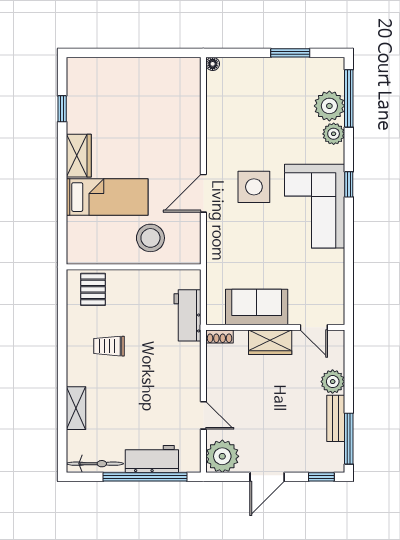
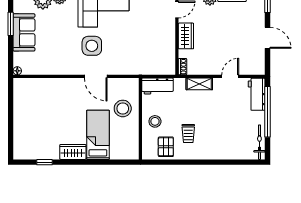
pallet: (93, 289) -> (166, 147), moved, turned 90
stool: (129, 291) -> (155, 121), added
sofa: (257, 307) -> (24, 32), moved, turned 180
workbench: (188, 315) -> (157, 86), moved
shelving: (76, 408) -> (199, 84), moved
plant: (222, 456) -> (255, 65), removed
workbench: (152, 459) -> (257, 94), moved

